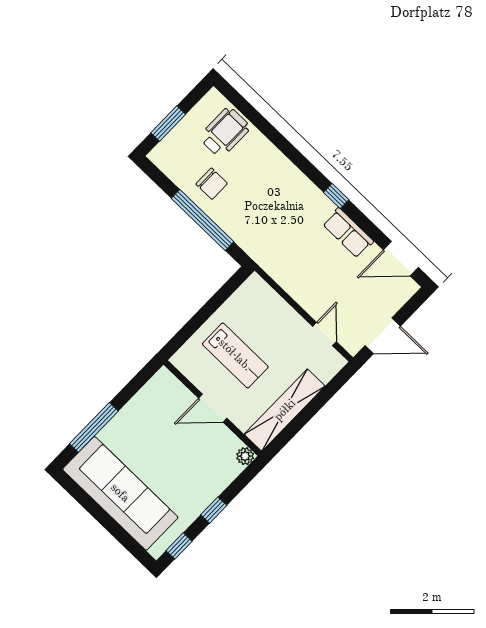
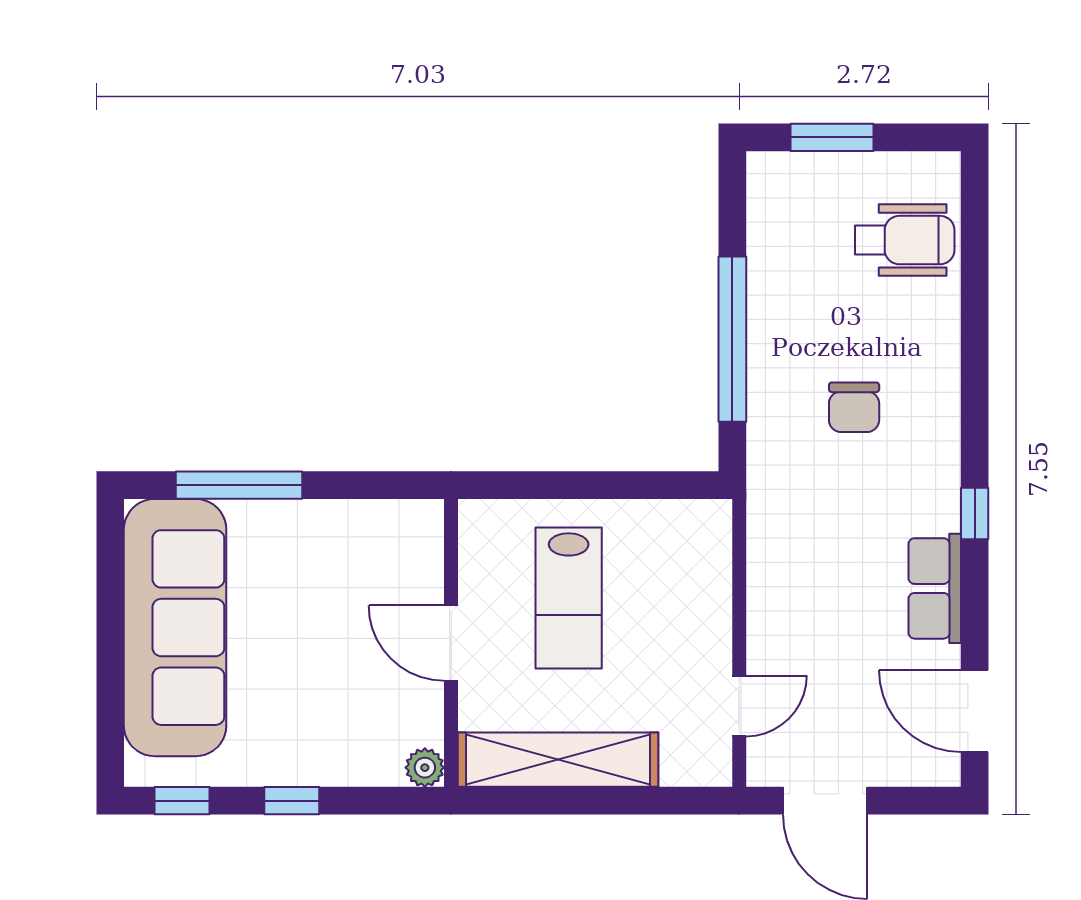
chair: (212, 184) -> (854, 407), moved

